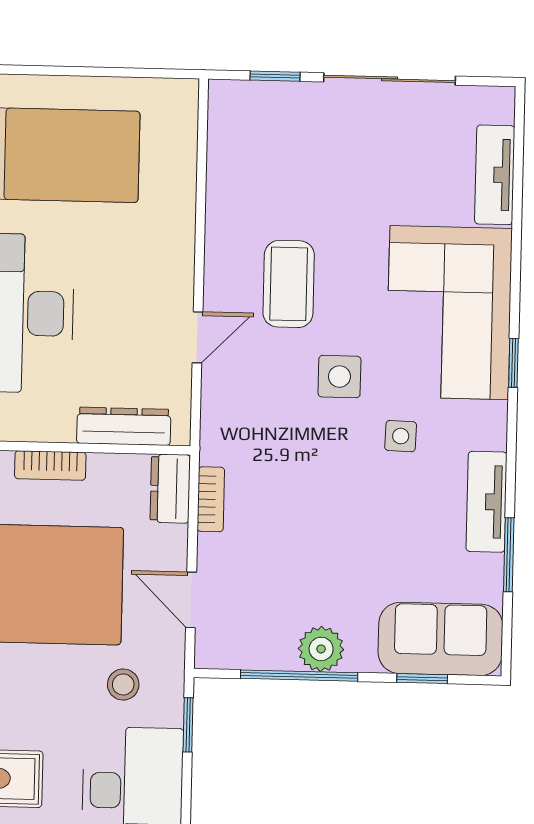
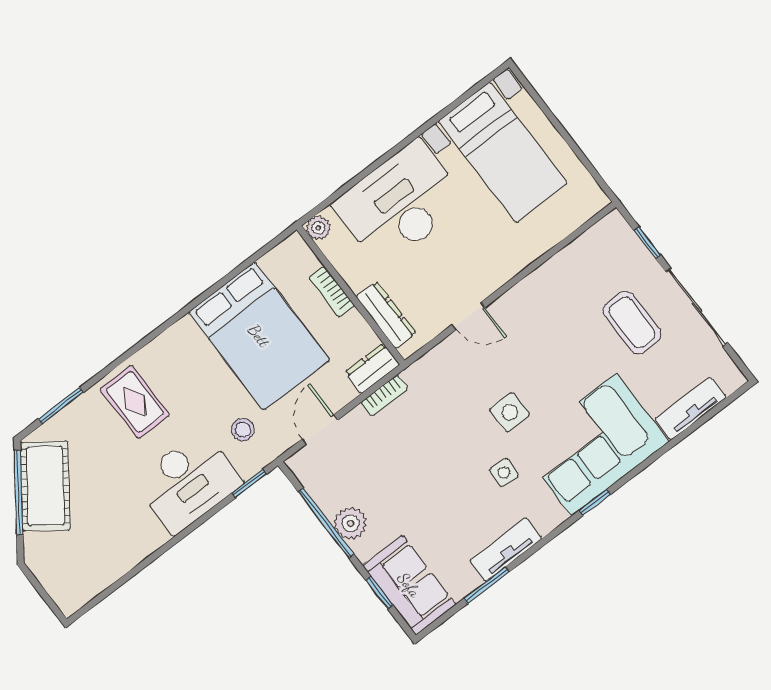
coffee table: (289, 284) -> (632, 322), moved, turned 90

